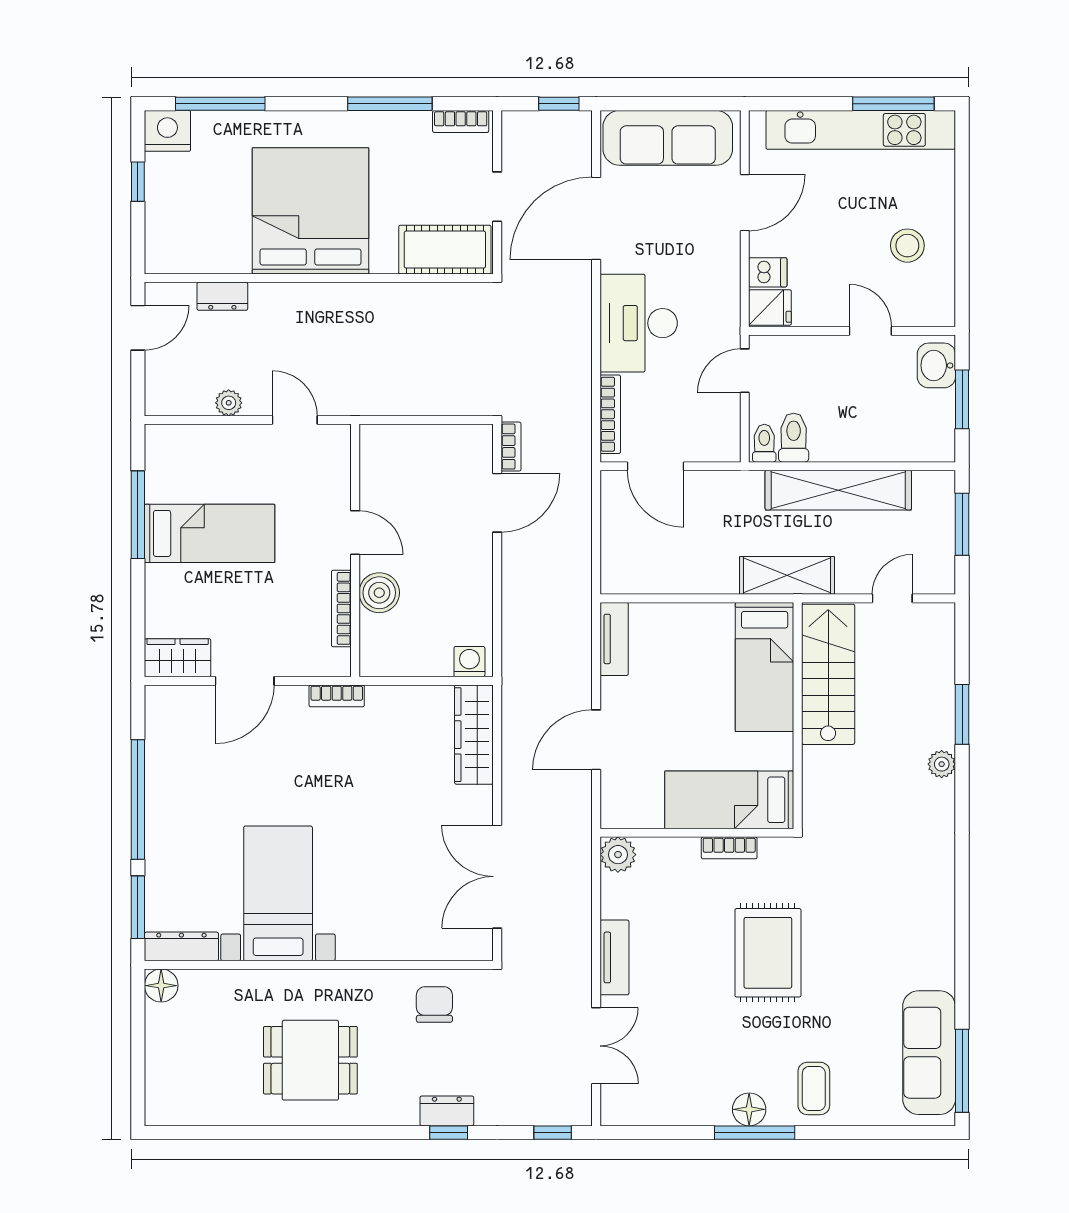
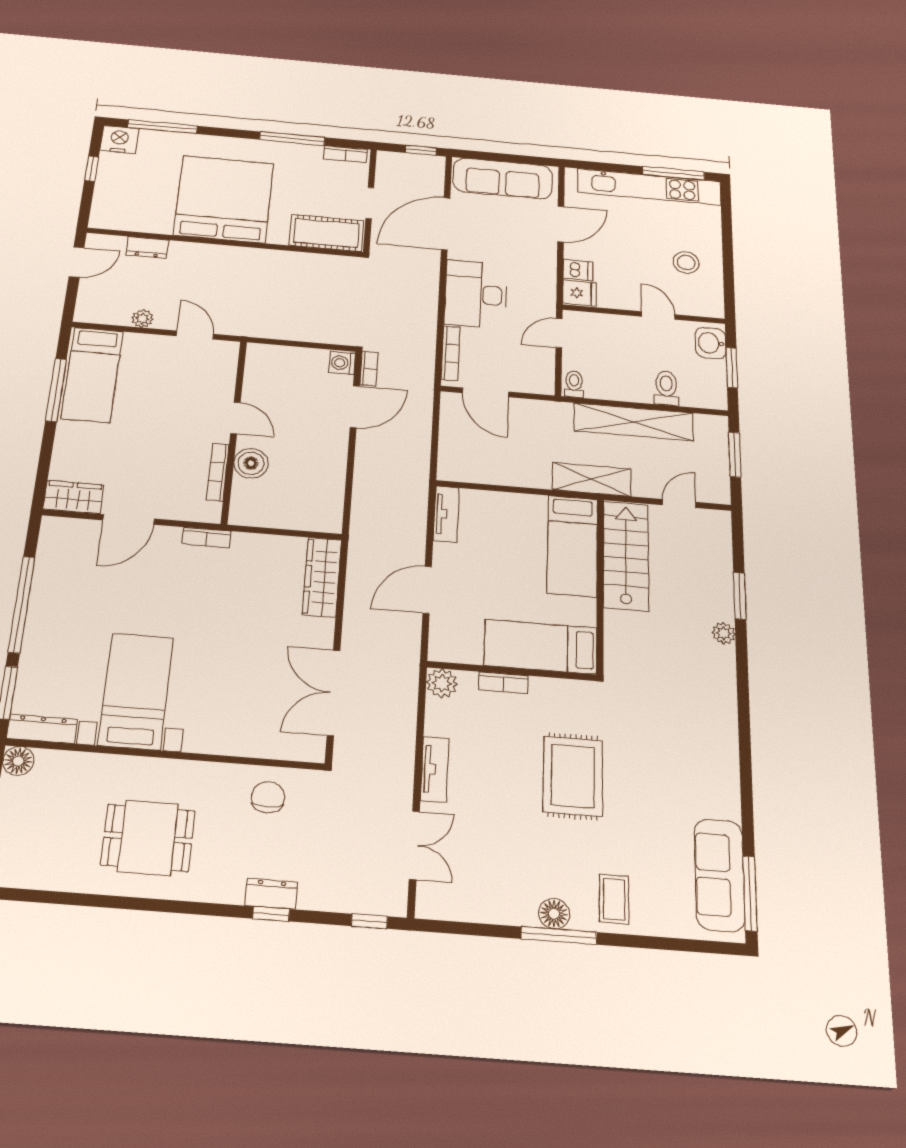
toilet: (794, 438) -> (666, 388), moved
bed: (210, 533) -> (92, 375), moved, turned 90
washing machine: (469, 662) -> (342, 363), moved, turned -90
bookcase: (729, 848) -> (503, 683), moved

